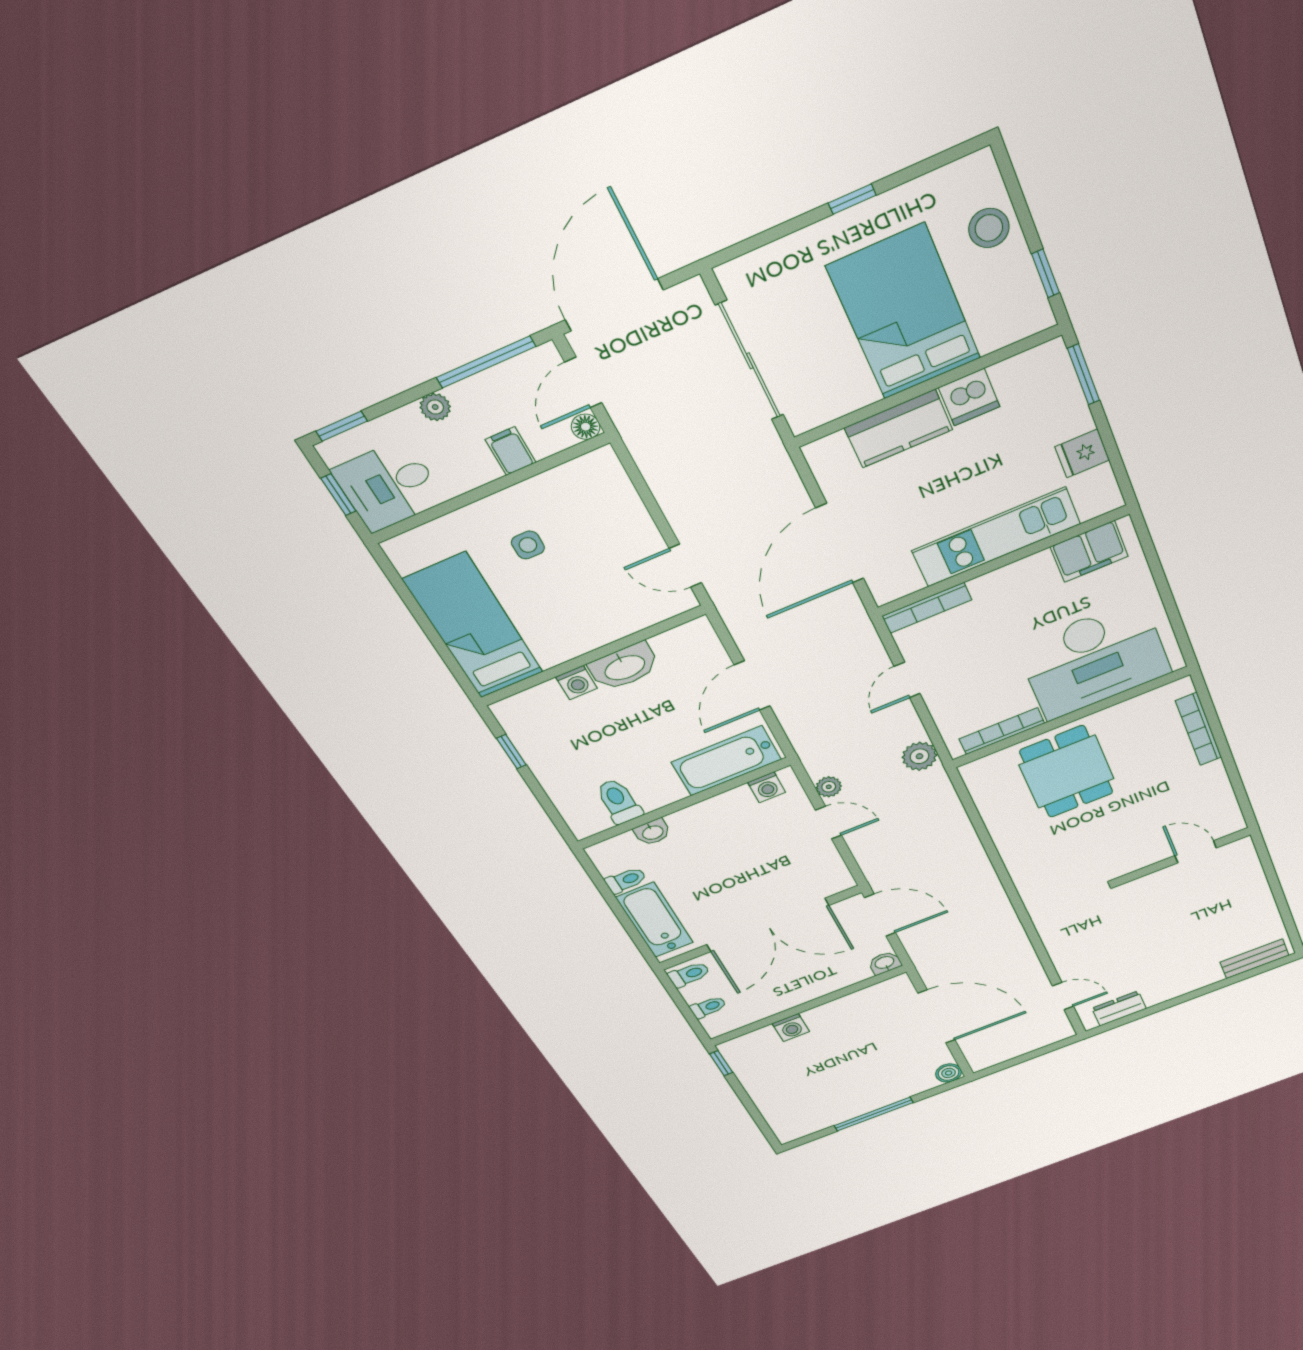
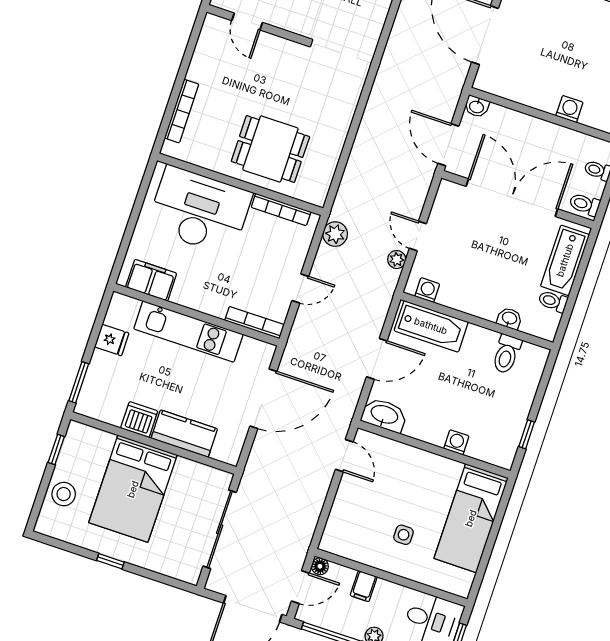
washbasin: (624, 667) -> (384, 415), moved
dining table: (1067, 772) -> (270, 149), turned 90

